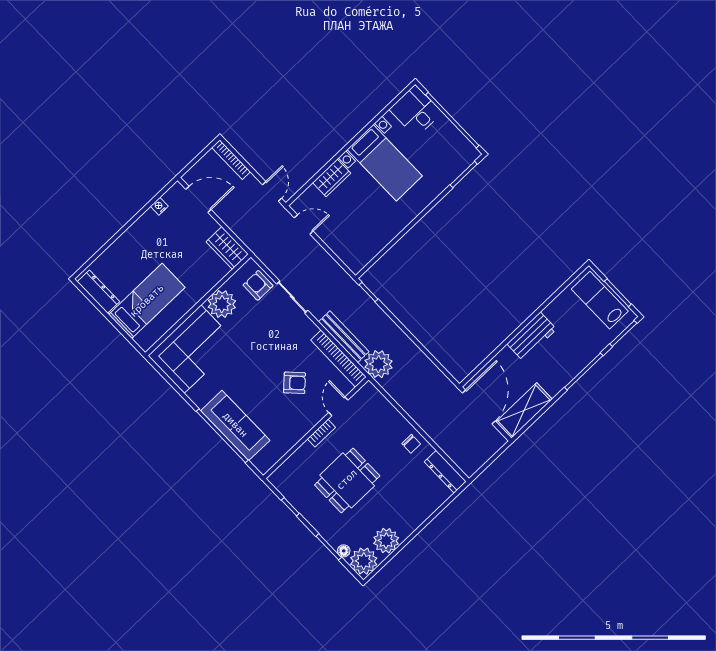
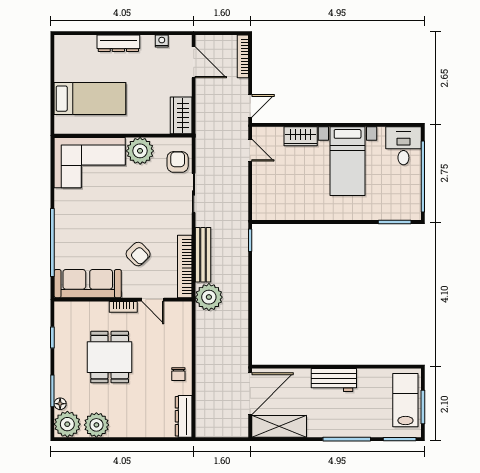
dresser: (98, 292) -> (118, 43), moved, turned 90
door: (338, 406) -> (153, 300), swing flipped
sofa: (235, 425) -> (88, 284), moved, turned -90
dining table: (347, 480) -> (110, 357), turned 90

